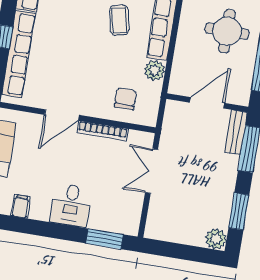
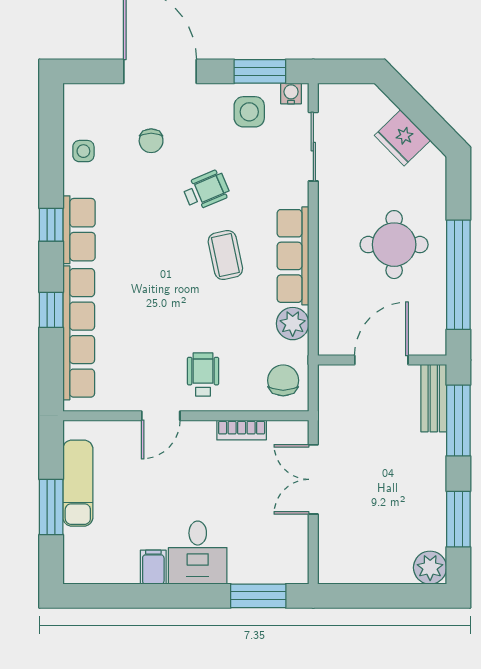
wheelchair: (93, 93) -> (203, 374), added
chair: (125, 99) -> (283, 380), moved
door: (62, 115) -> (161, 416), width x0.73
bookcase: (103, 131) -> (242, 430), width x0.64
filing cabinet: (21, 206) -> (153, 567), moved

